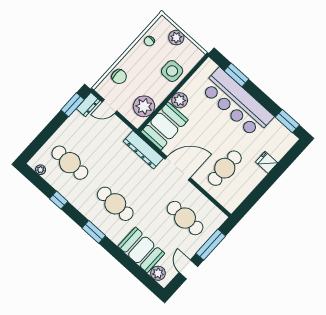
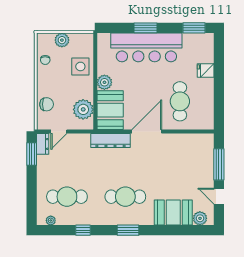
window: (237, 75) -> (146, 28), moved
cafe table: (185, 218) -> (184, 162), removed

